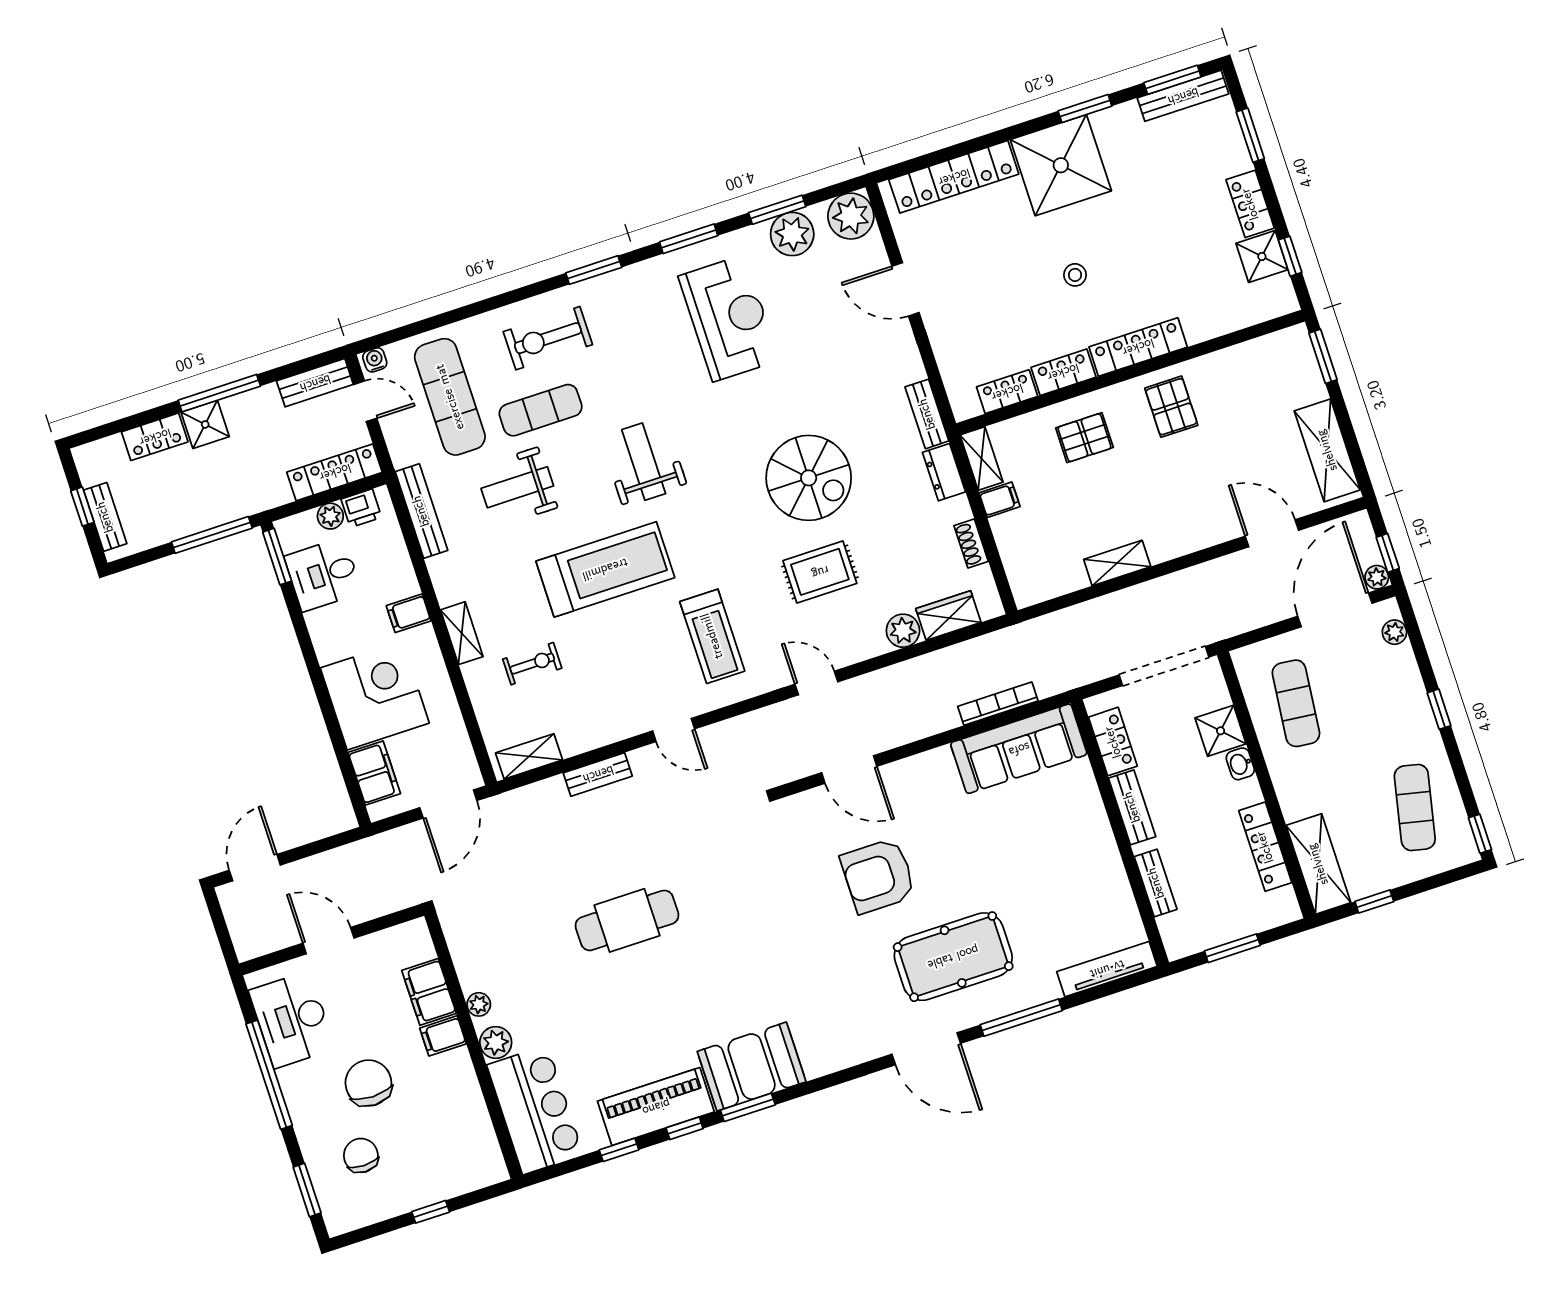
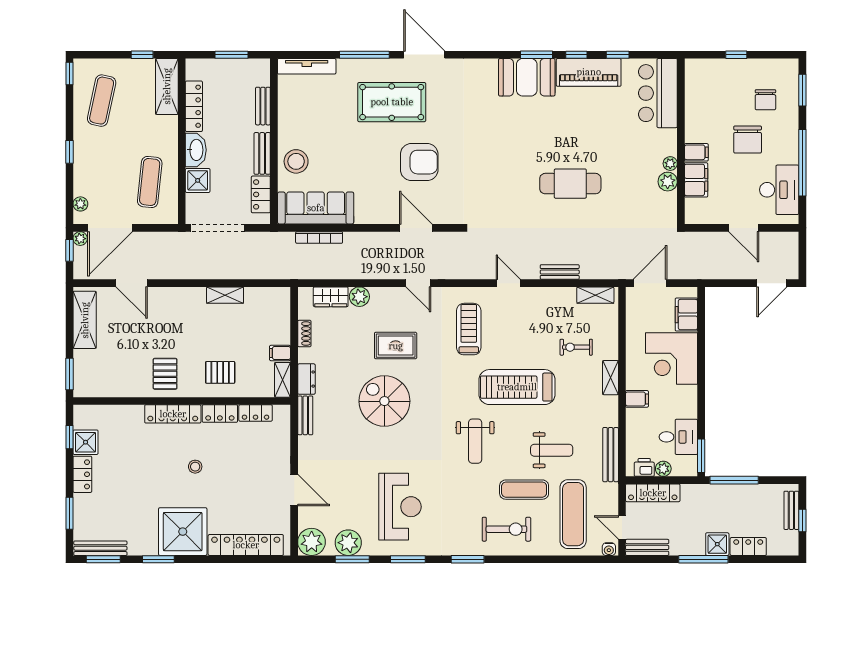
reception desk: (729, 318) -> (400, 507), turned 180
washbasin: (1240, 764) -> (196, 150), width x1.91, depth x1.45
stool: (1074, 812) -> (296, 161), added
plant: (496, 1042) -> (668, 182), moved

